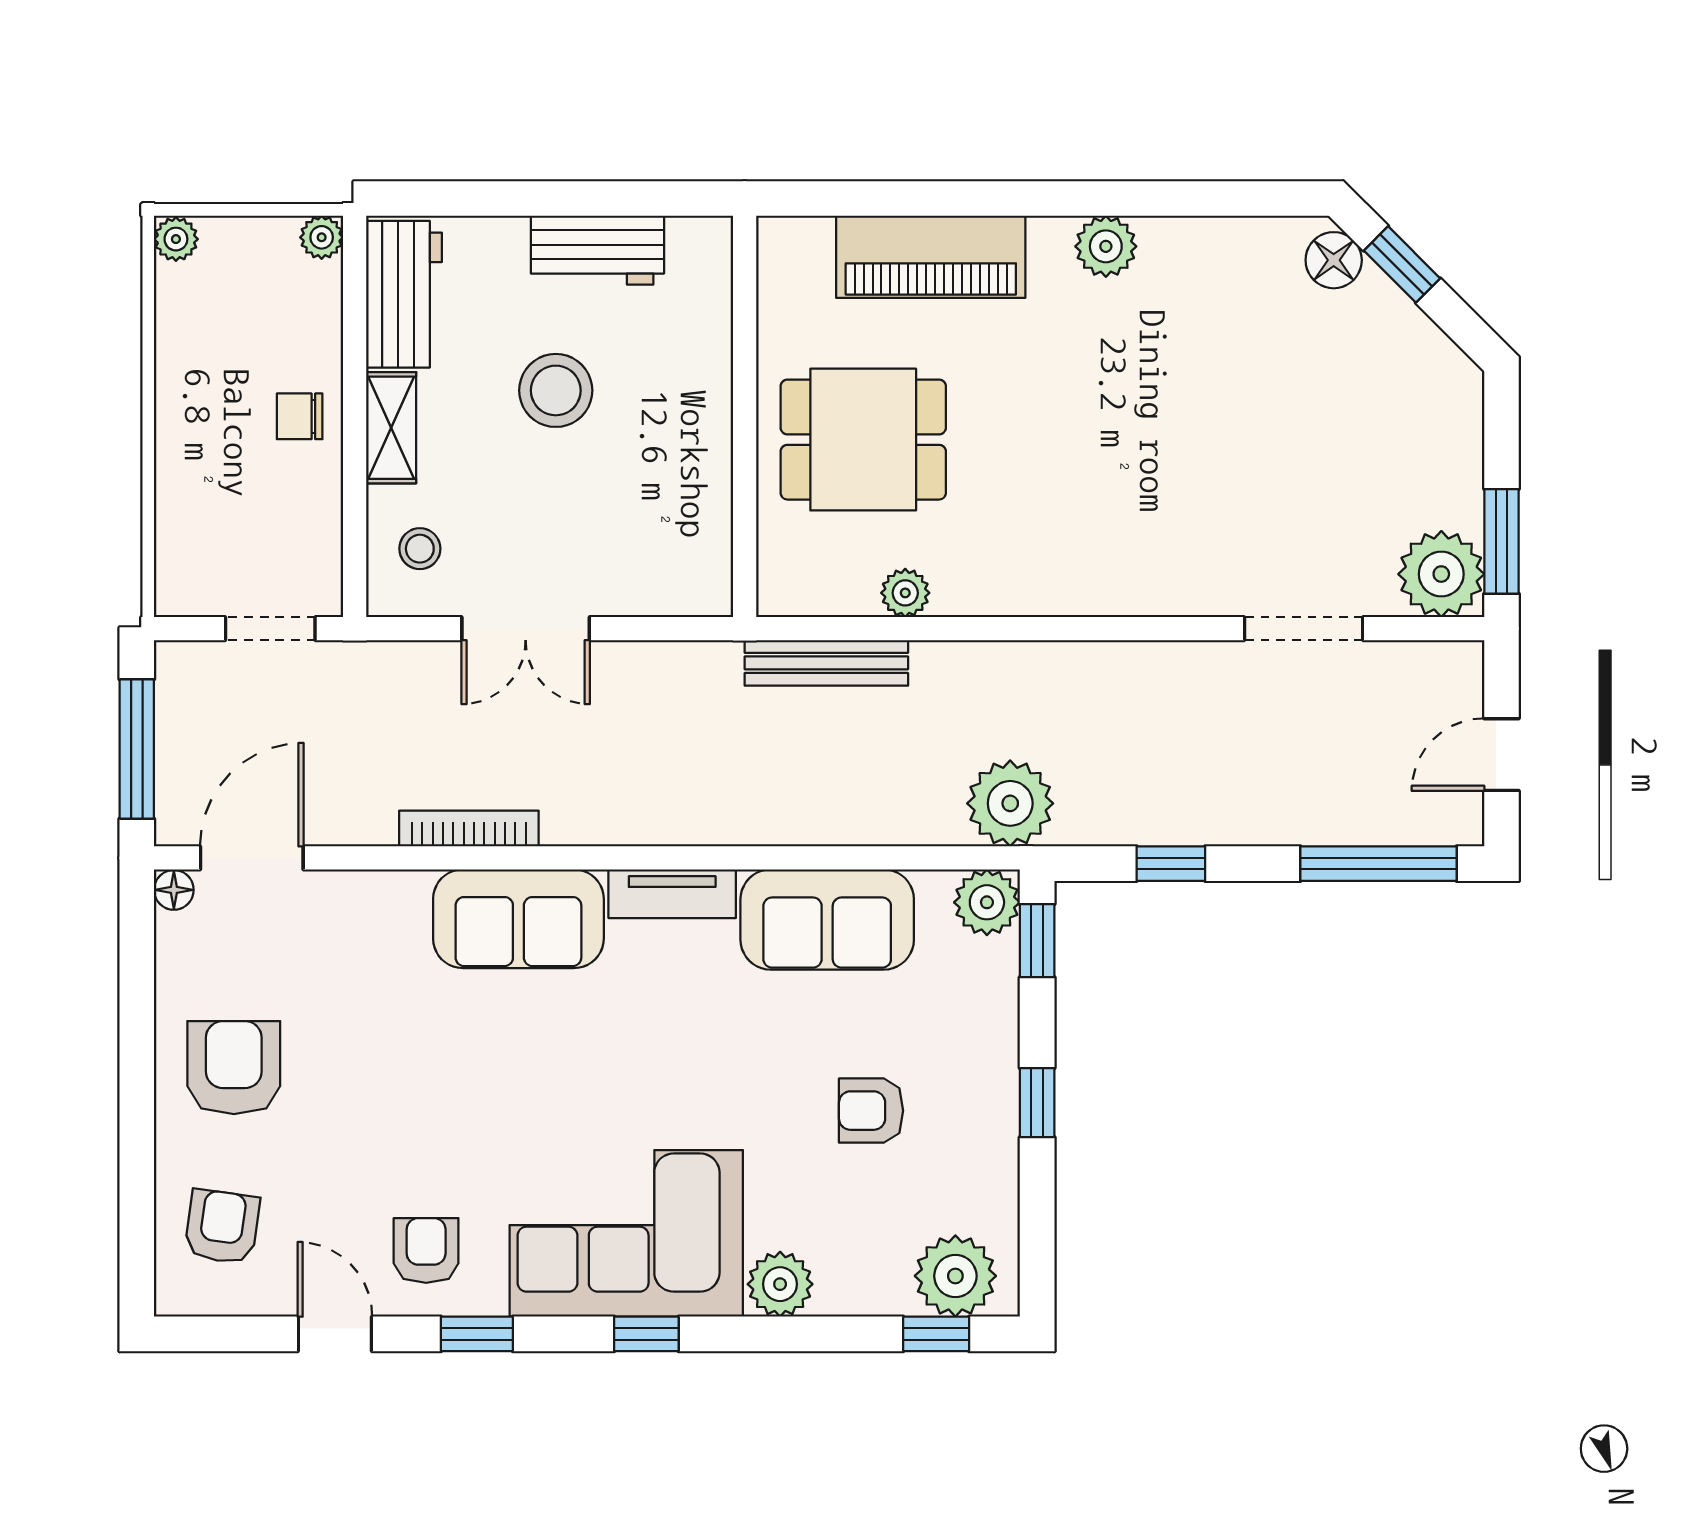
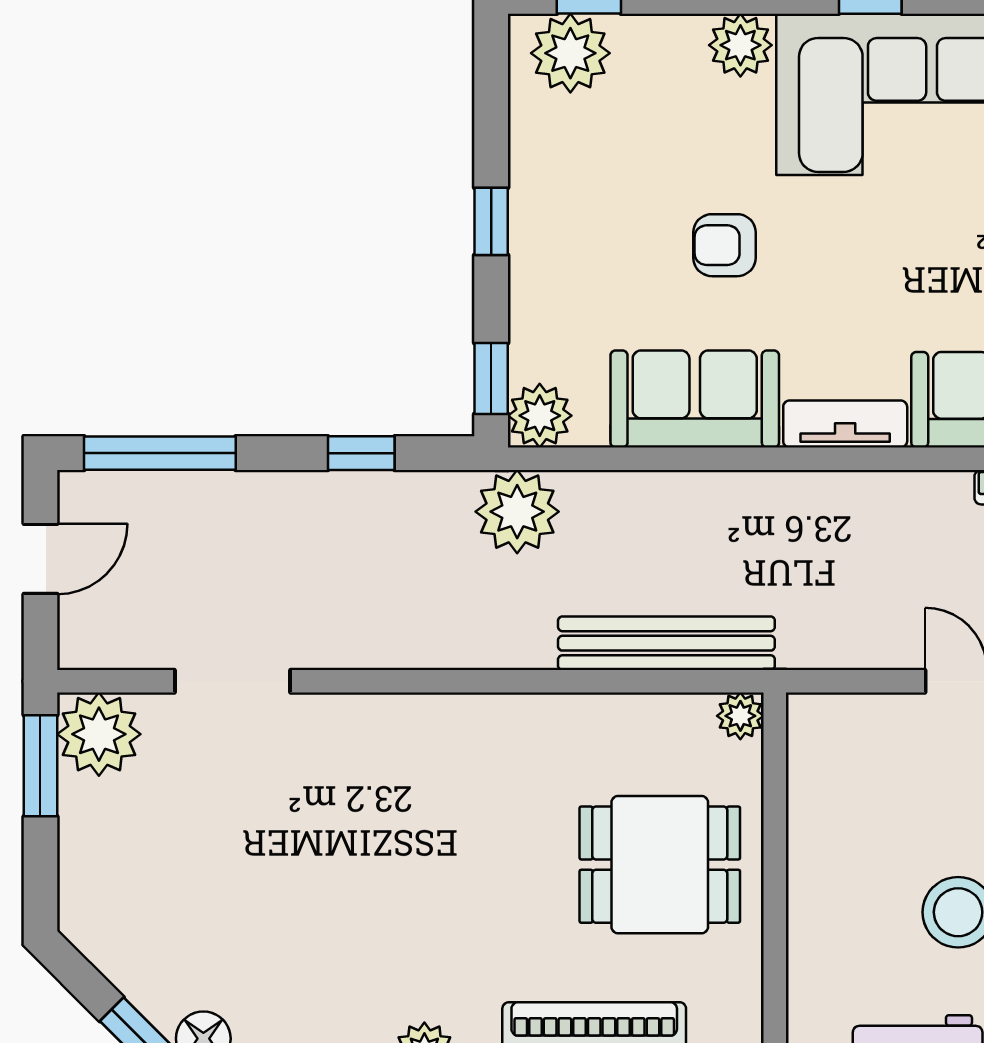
plant: (905, 593) -> (740, 716), moved
bench: (826, 663) -> (666, 643), width x1.37, depth x1.21
armchair: (871, 1111) -> (725, 245), moved, turned 180

